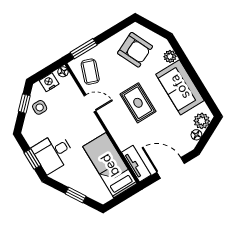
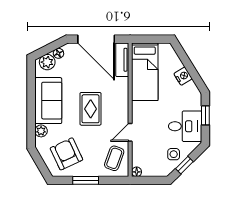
window: (84, 49) -> (86, 180), moved
nightstand: (49, 82) -> (183, 76), moved, turned -122
door: (90, 103) -> (130, 132), hinge flipped
desk: (53, 153) -> (185, 126), moved
door: (171, 168) -> (96, 39), width x1.36
window: (76, 195) -> (188, 64), removed

